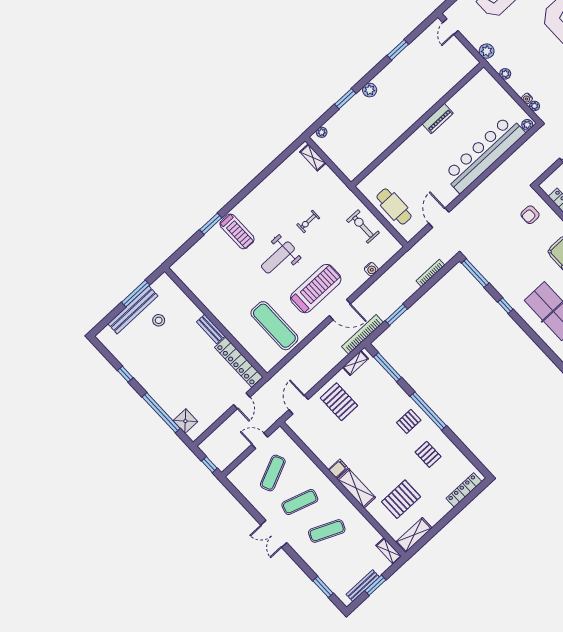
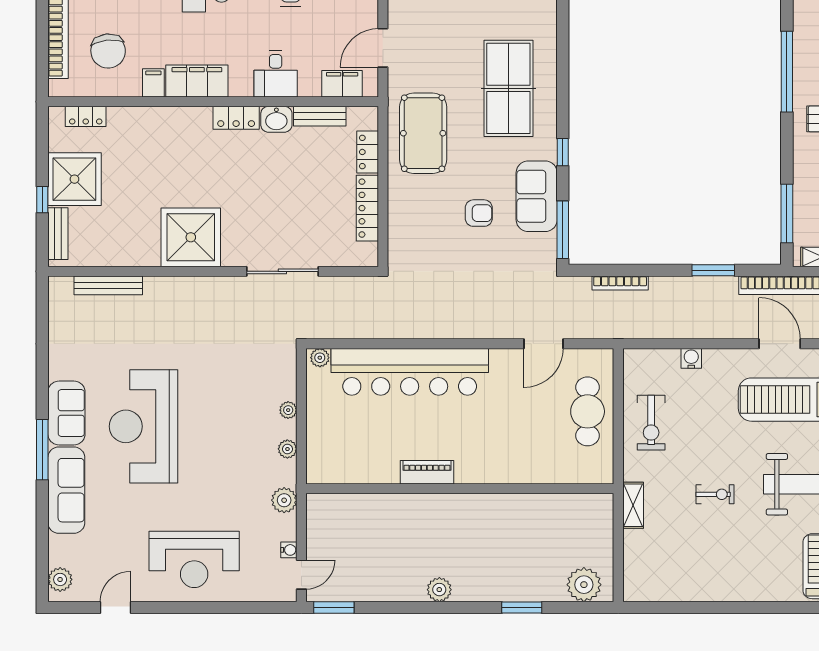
window: (398, 50) -> (334, 607), moved
plant: (370, 90) -> (439, 590), moved
water cooler: (527, 98) -> (289, 550), moved
plant: (534, 106) -> (288, 410), moved
plant: (322, 132) -> (584, 585), width x1.88, depth x1.88
shelving: (313, 157) -> (633, 505), moved
armchair: (530, 215) -> (479, 213), moved
sofa: (499, 277) -> (537, 196), added
window: (428, 411) -> (787, 72), moved

